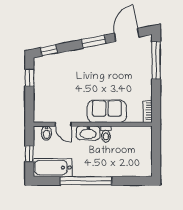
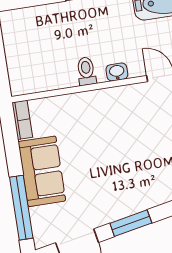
sofa: (107, 111) -> (42, 171), moved, turned -90
washbasin: (88, 133) -> (117, 72), width x0.52, depth x0.69

